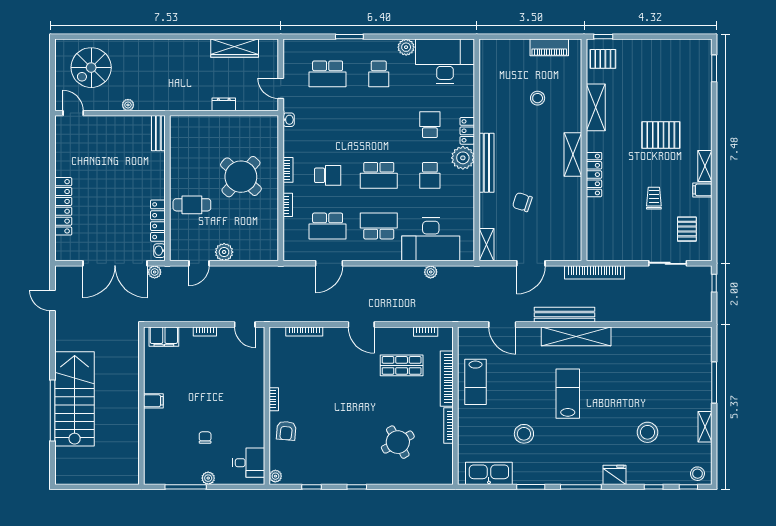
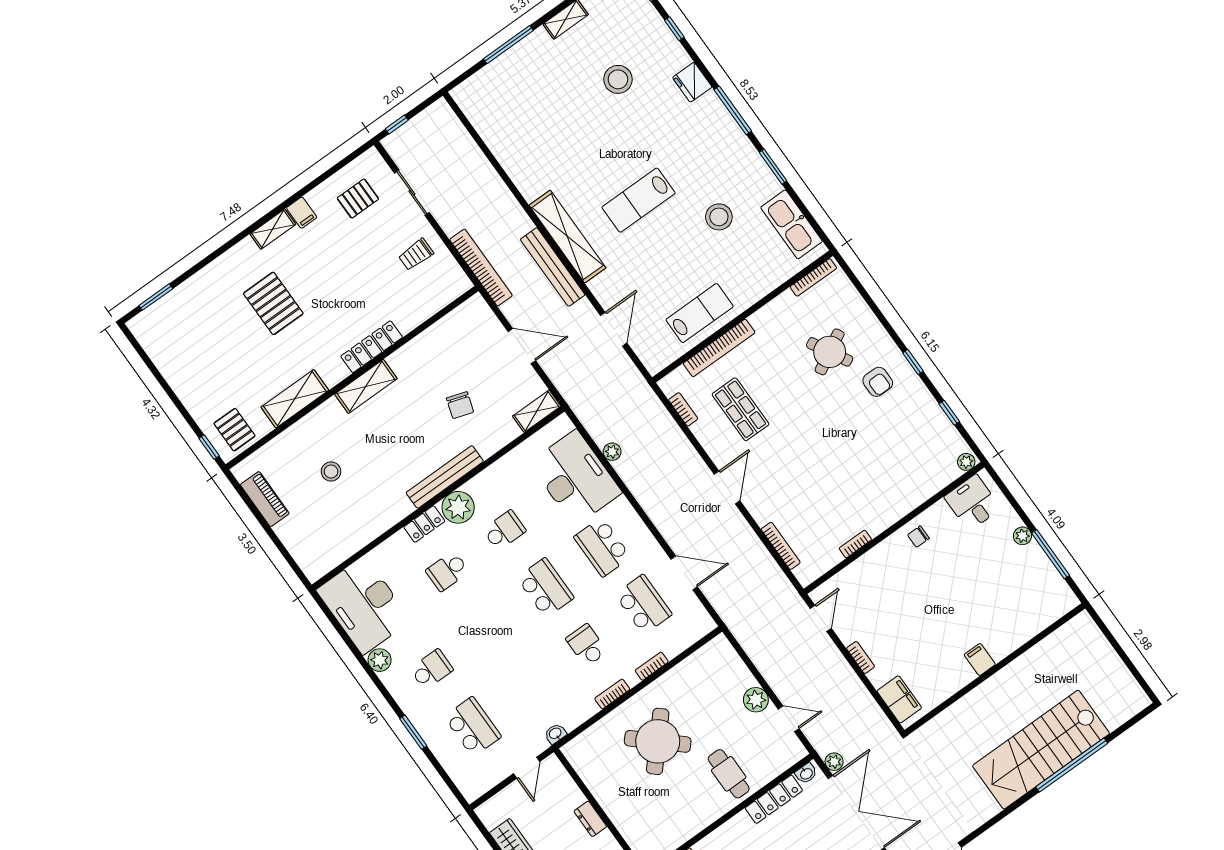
trolley: (654, 198) -> (416, 254), moved
bookcase: (274, 399) -> (855, 544), moved
bookcase: (448, 426) -> (813, 277), moved
armchair: (286, 431) -> (878, 382), moved, turned 85
chair: (205, 438) -> (918, 537), moved

